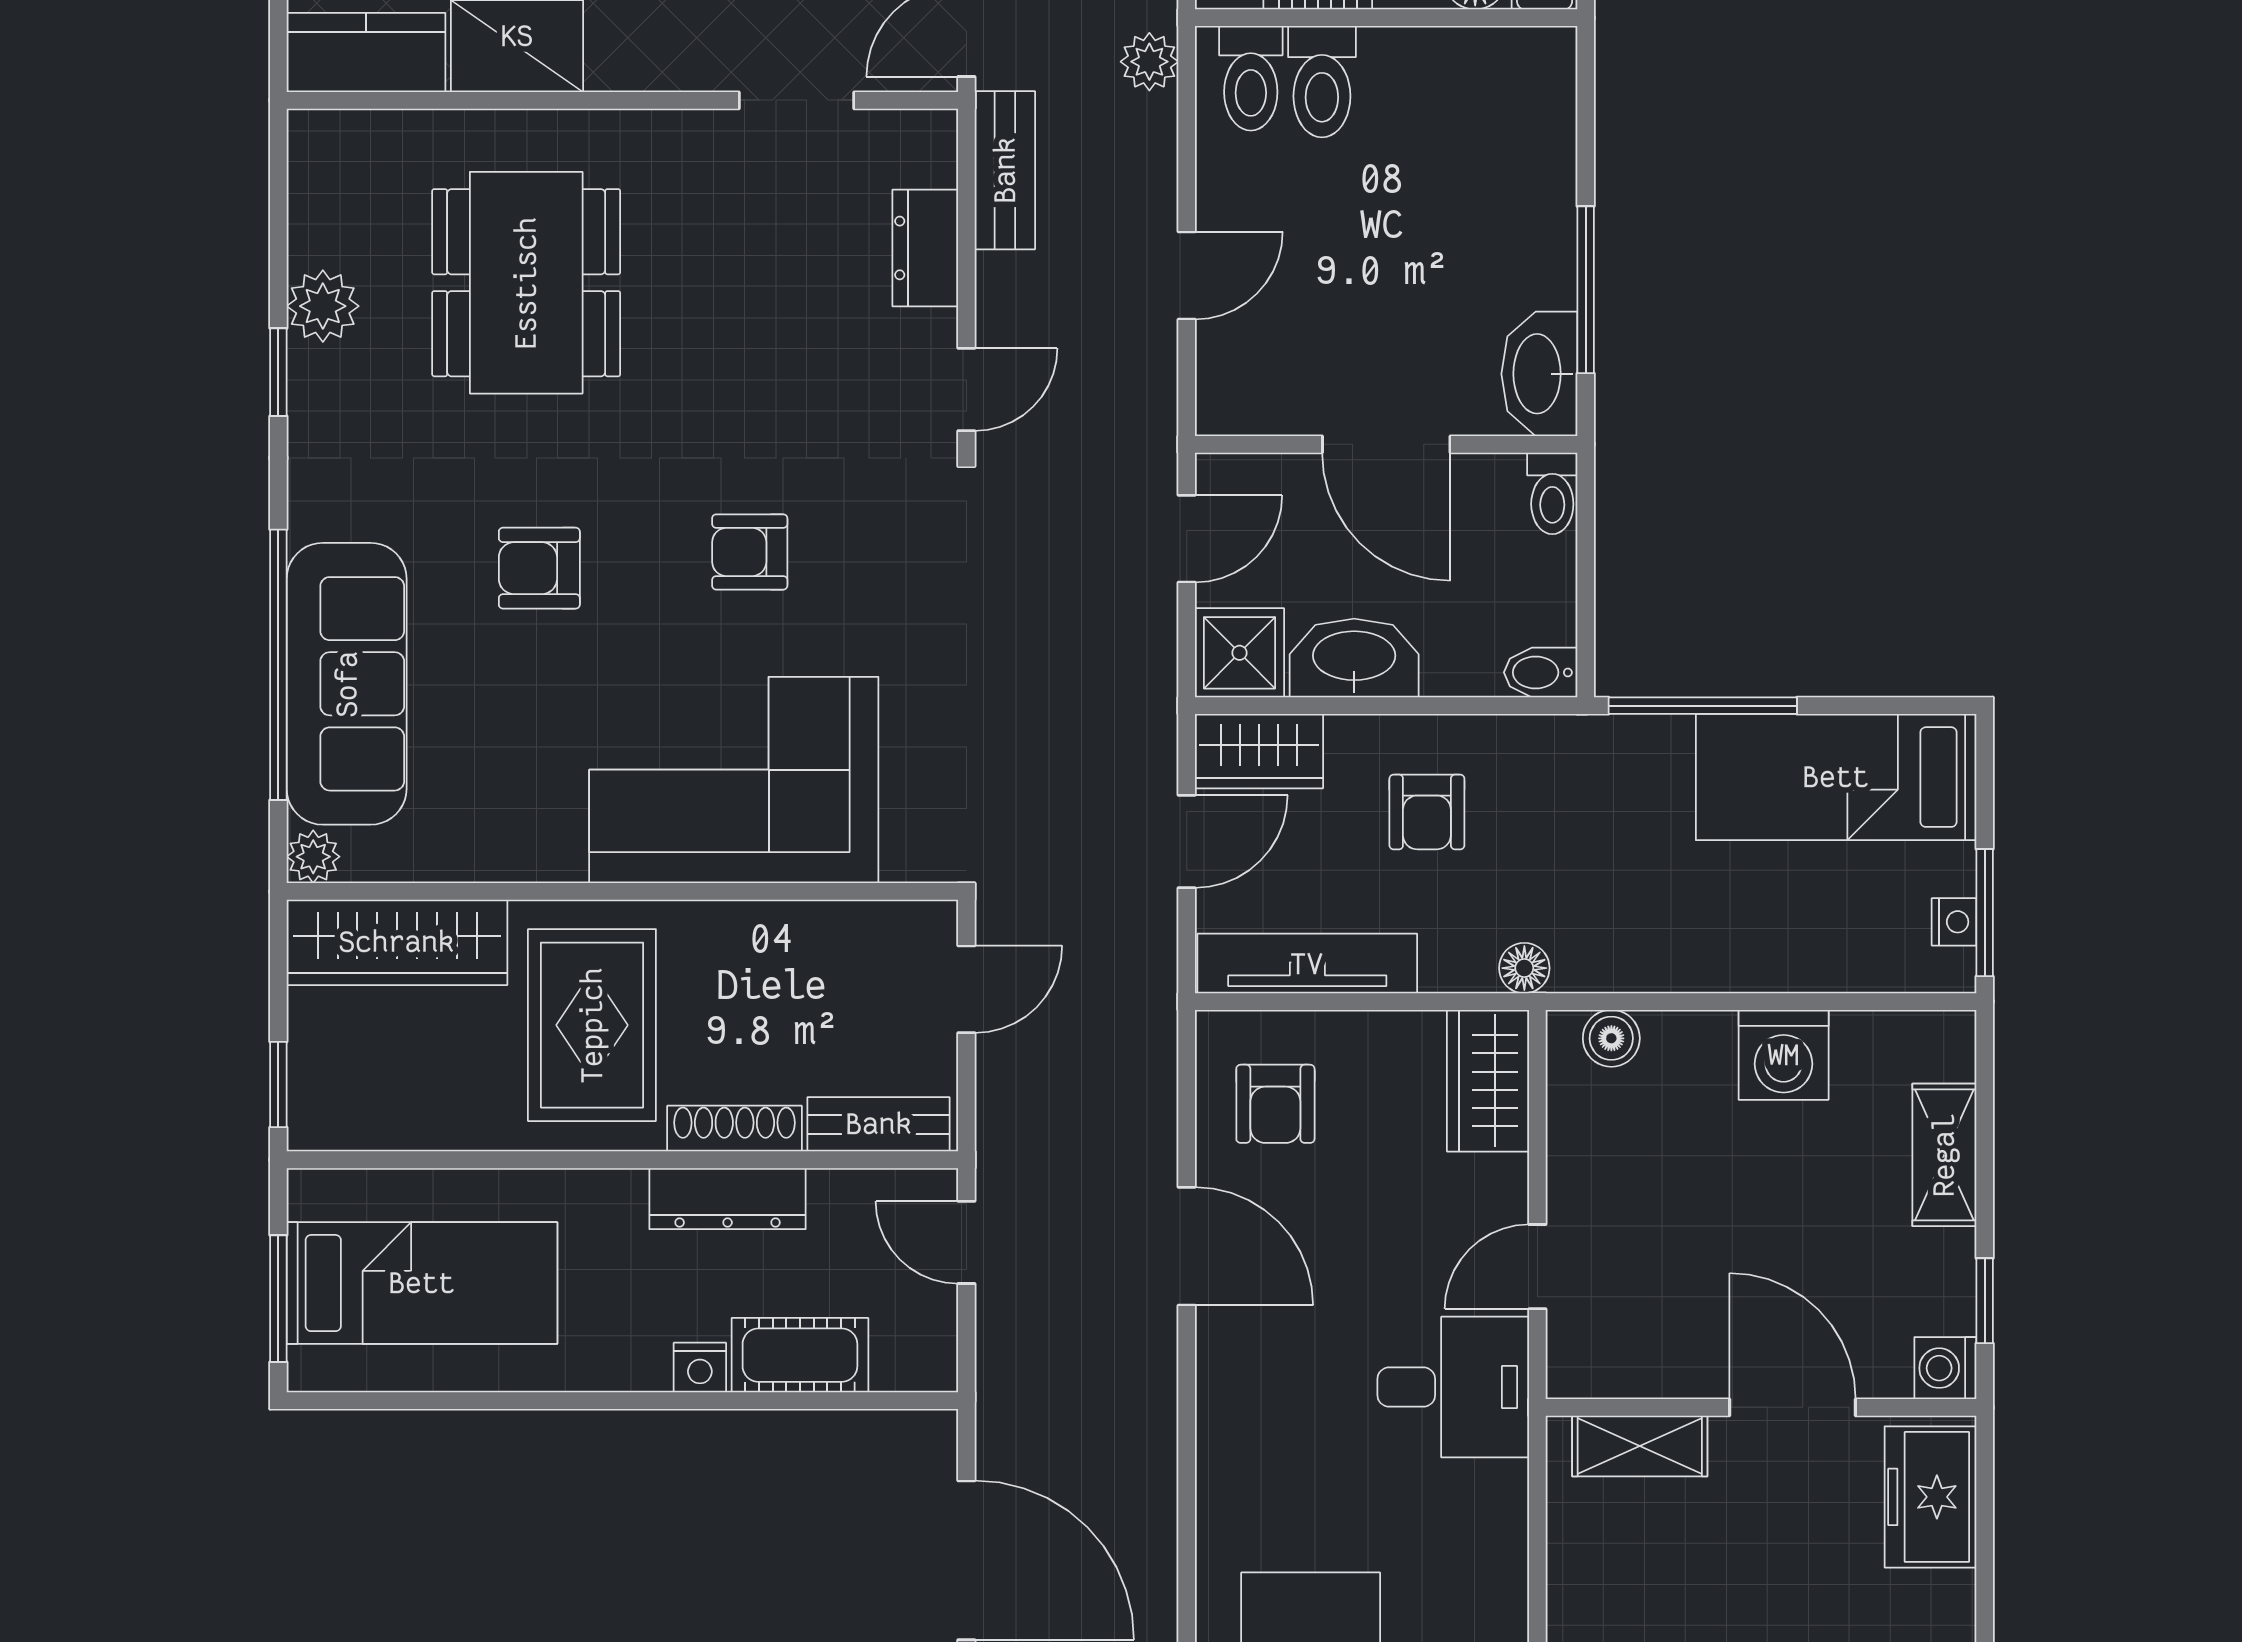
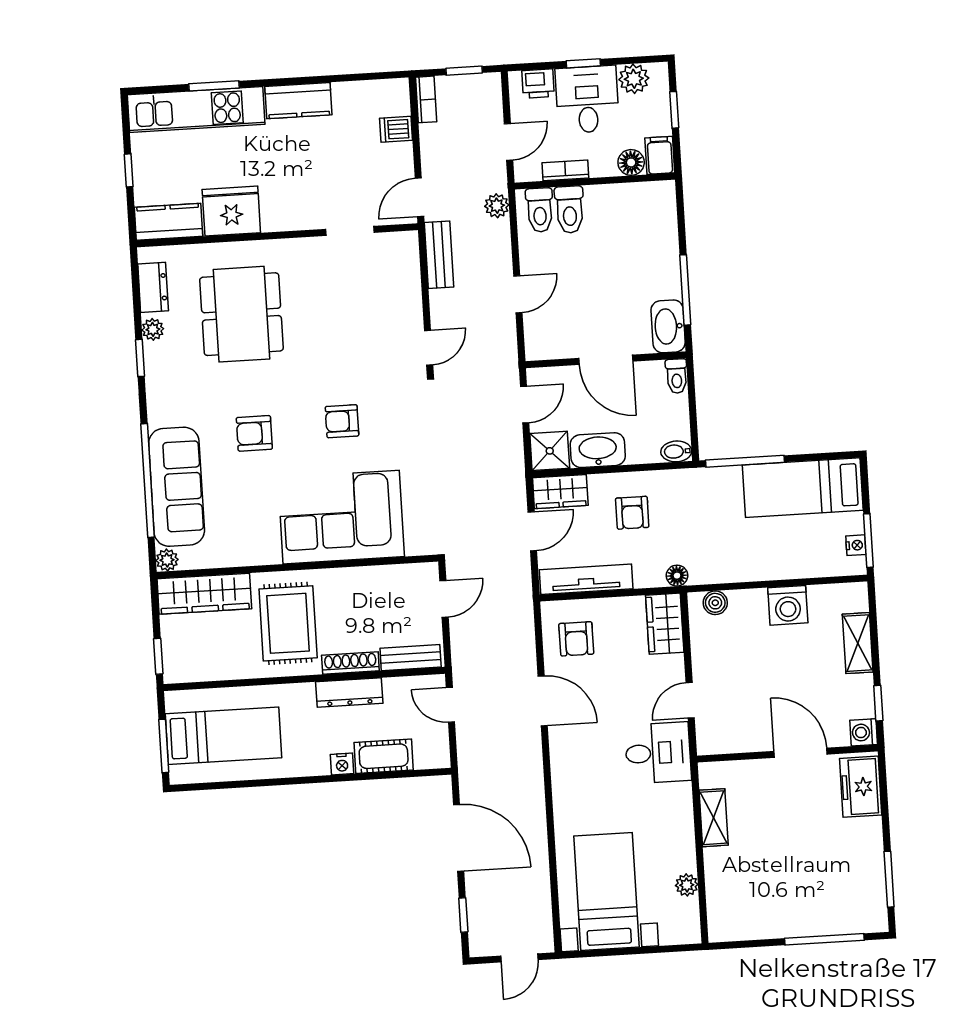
dresser: (925, 248) -> (153, 287), moved, turned 180
plant: (323, 306) -> (153, 329), width x0.73, depth x0.73
shelving: (1640, 1446) -> (714, 818), moved, turned 90

